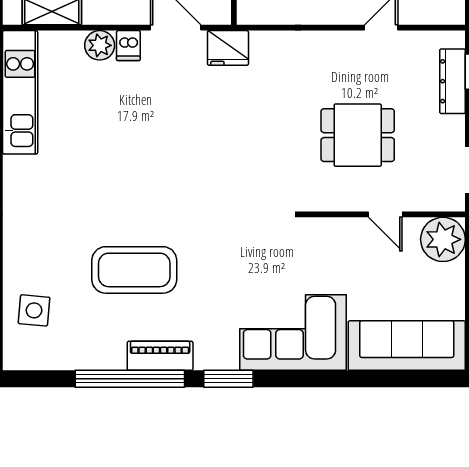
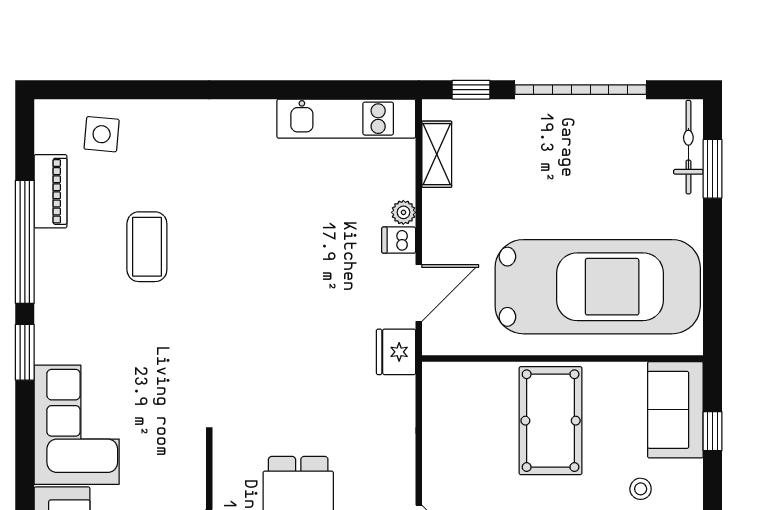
plant: (100, 45) -> (403, 212), width x0.73, depth x0.73
coffee table: (134, 270) -> (147, 247), width x0.73, depth x0.76
piano: (160, 356) -> (51, 191), moved

